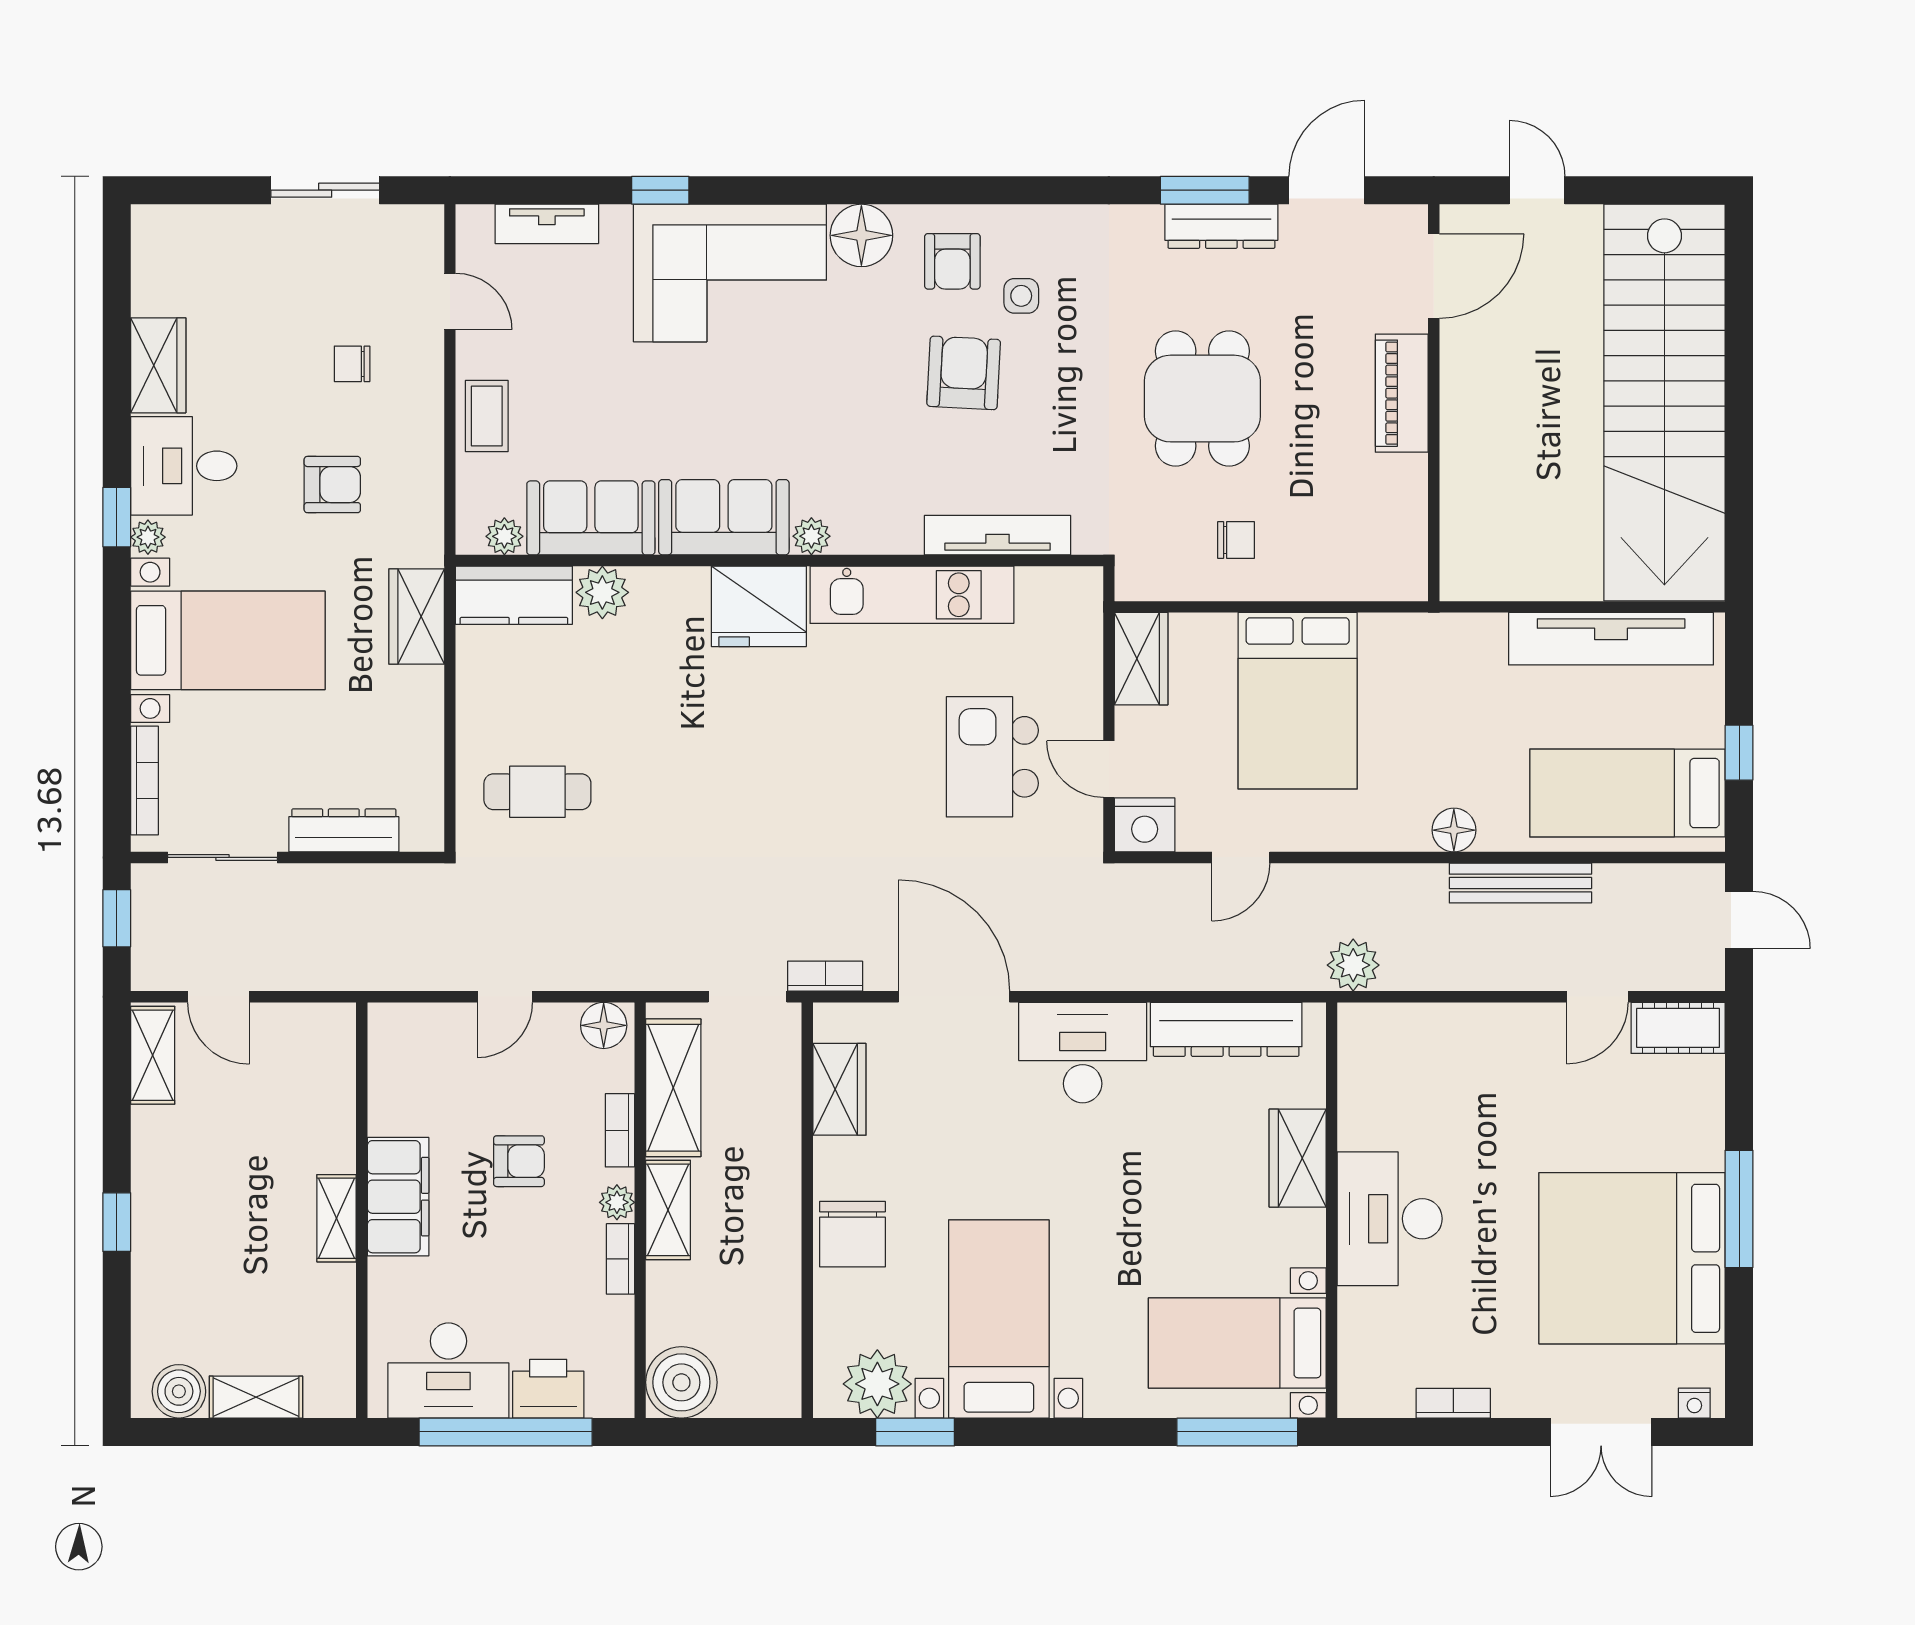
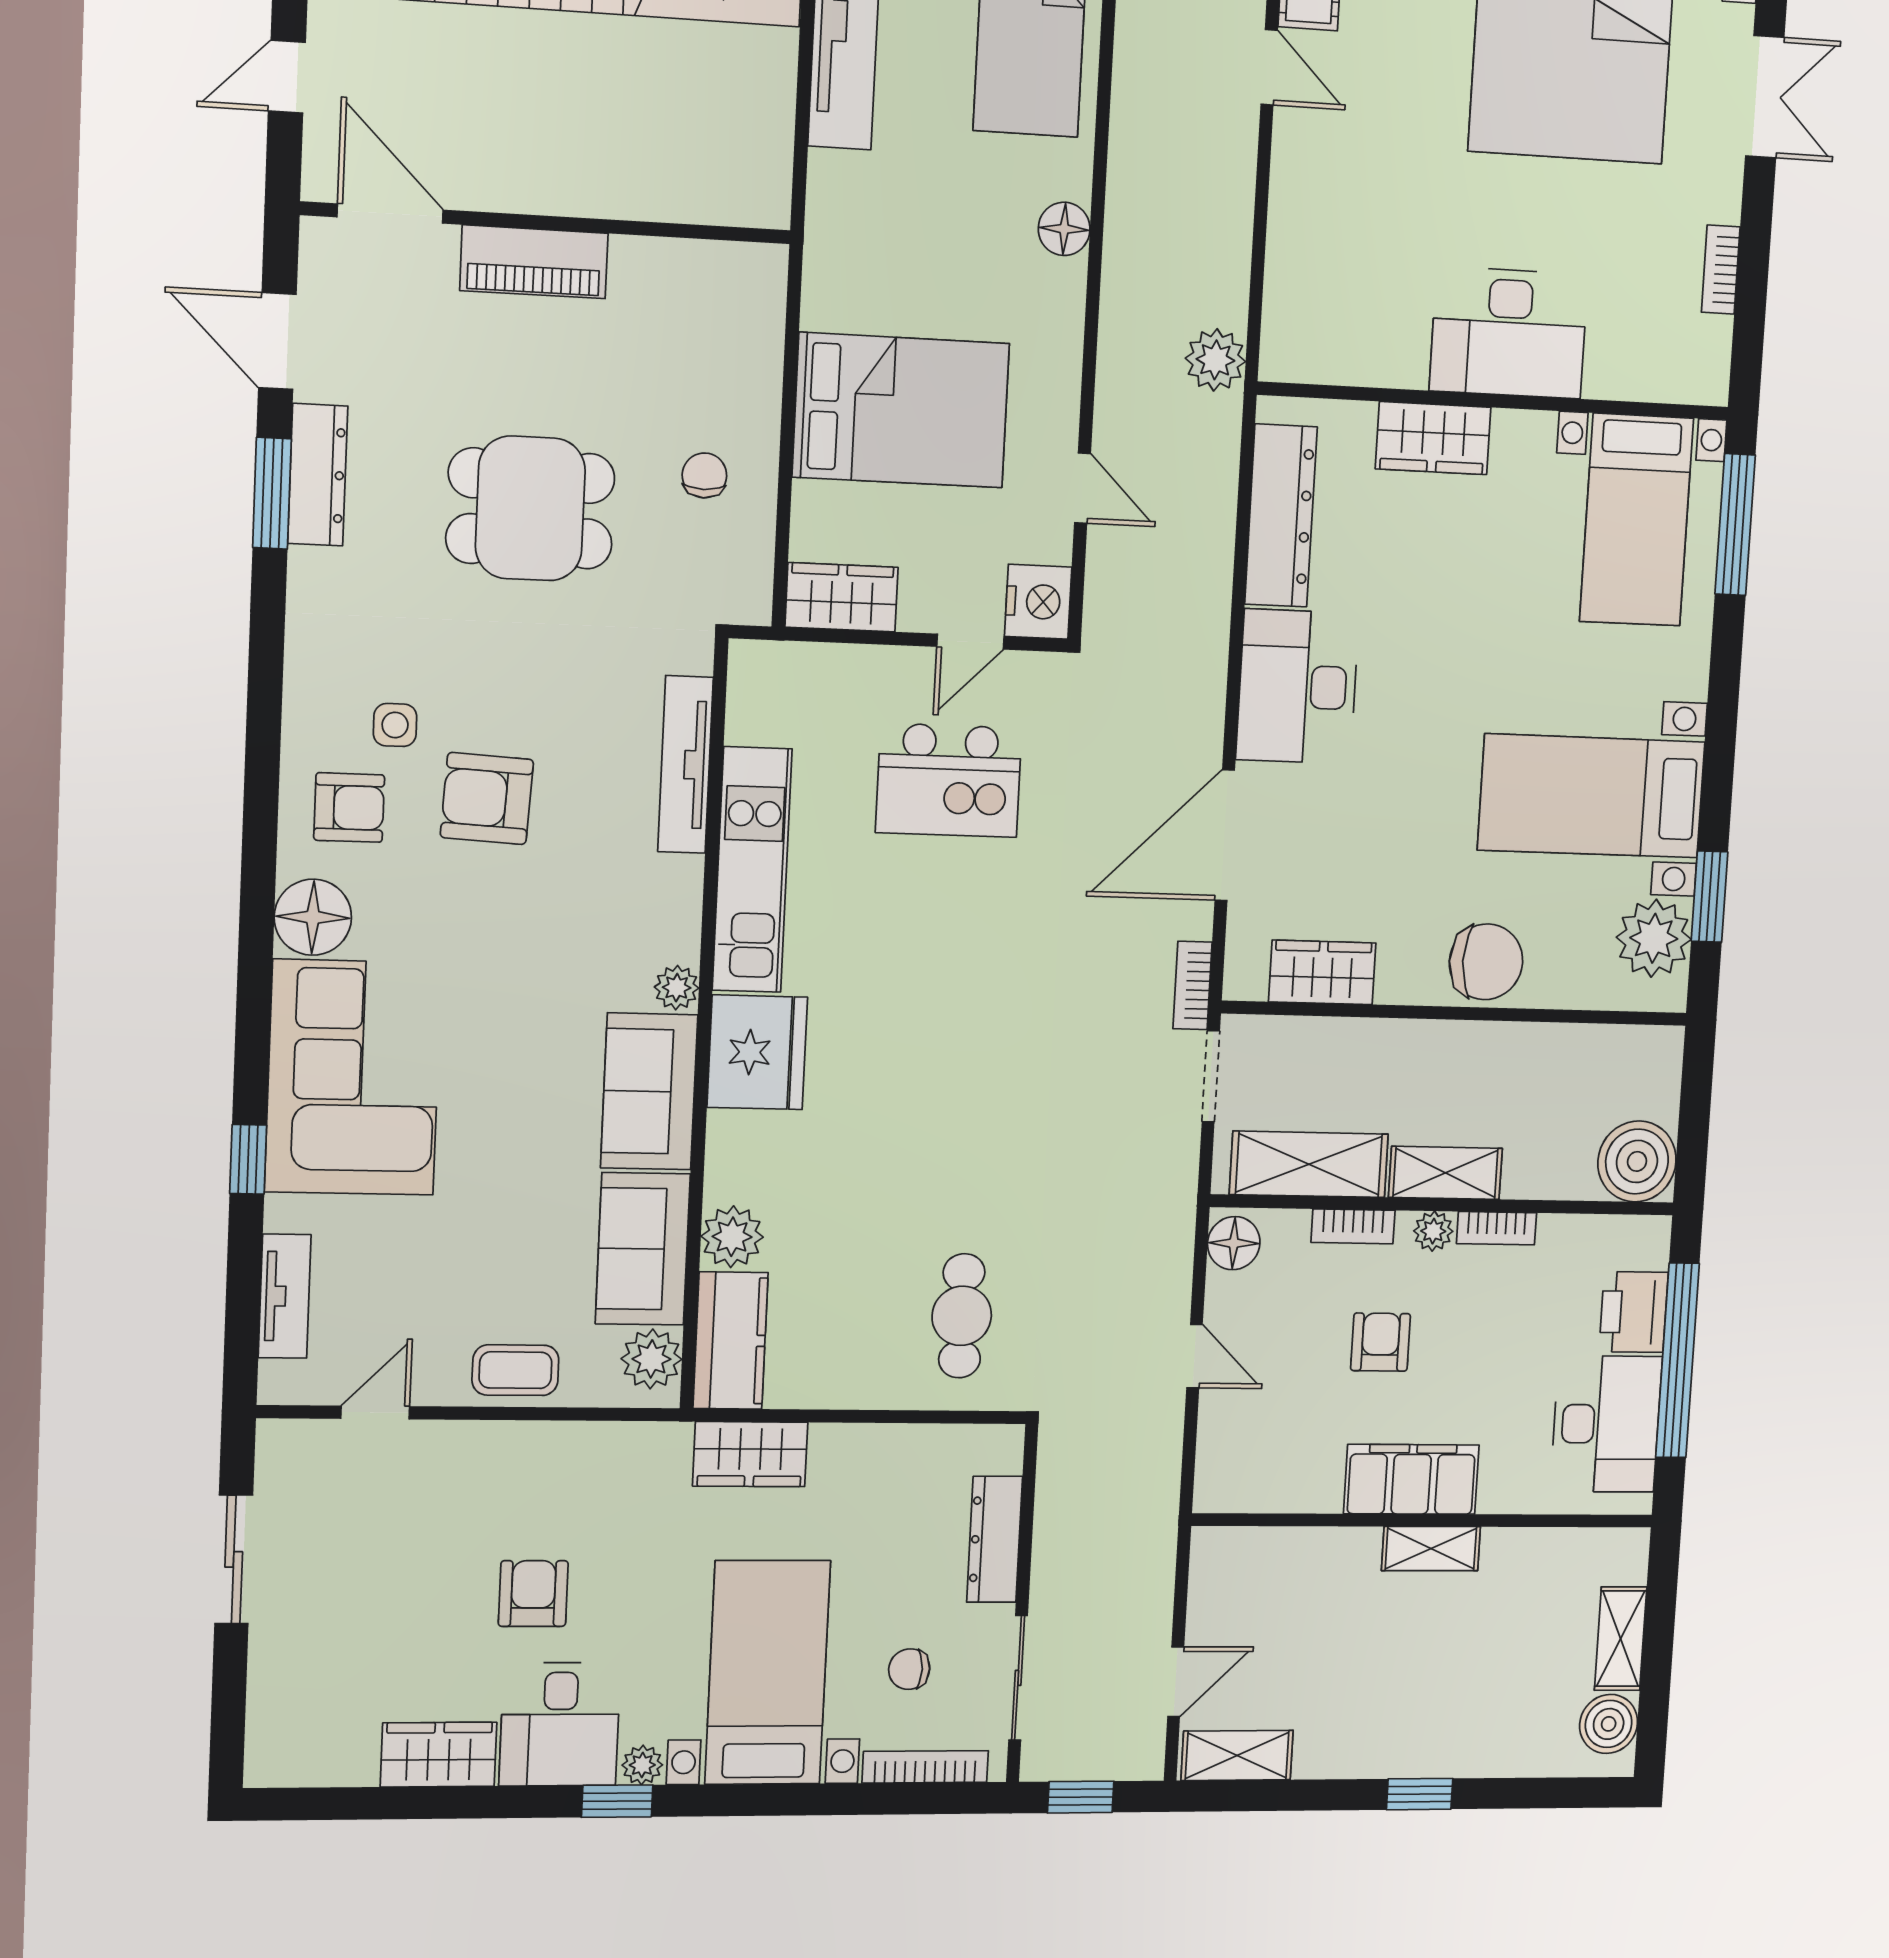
chair: (352, 364) -> (909, 1669), moved, turned 90
armchair: (332, 485) -> (533, 1594), moved
plant: (504, 536) -> (651, 1359), width x1.38, depth x1.38
bench: (1520, 883) -> (1131, 152), removed

